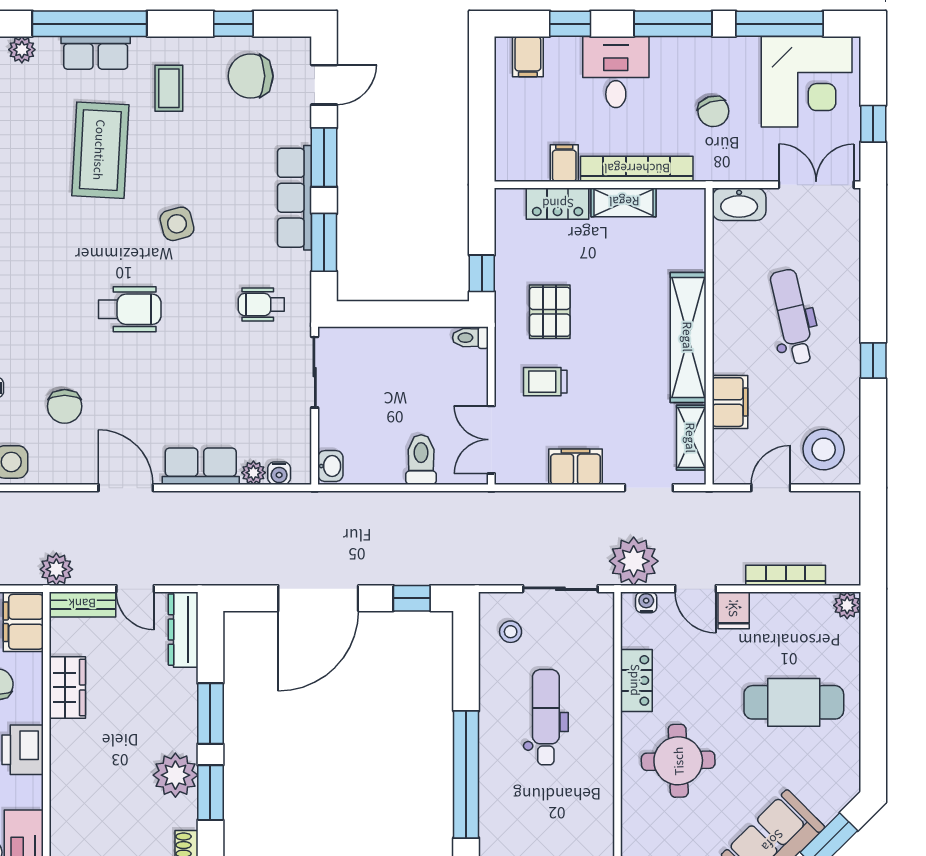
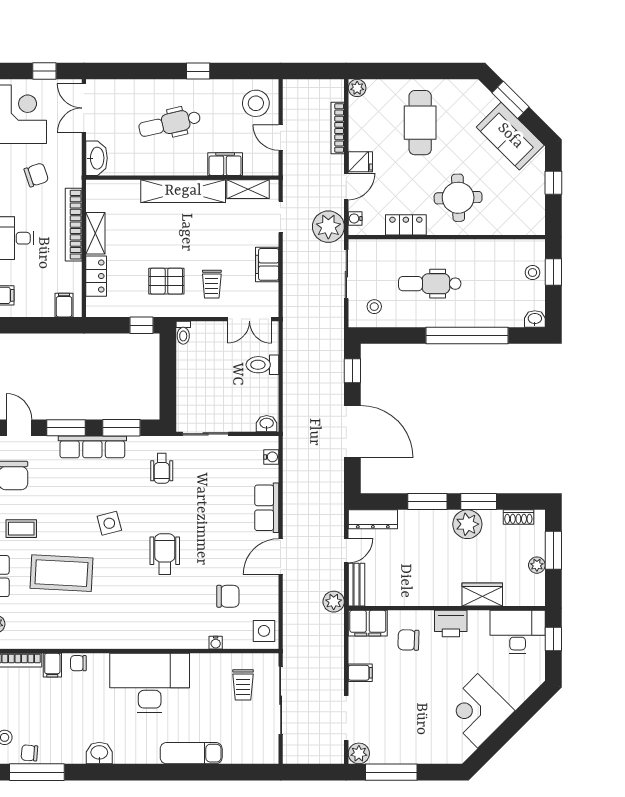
filing cabinet: (564, 163) -> (64, 305), moved, turned 90
plant: (253, 473) -> (271, 474), removed
wardrobe: (67, 687) -> (482, 594), moved

